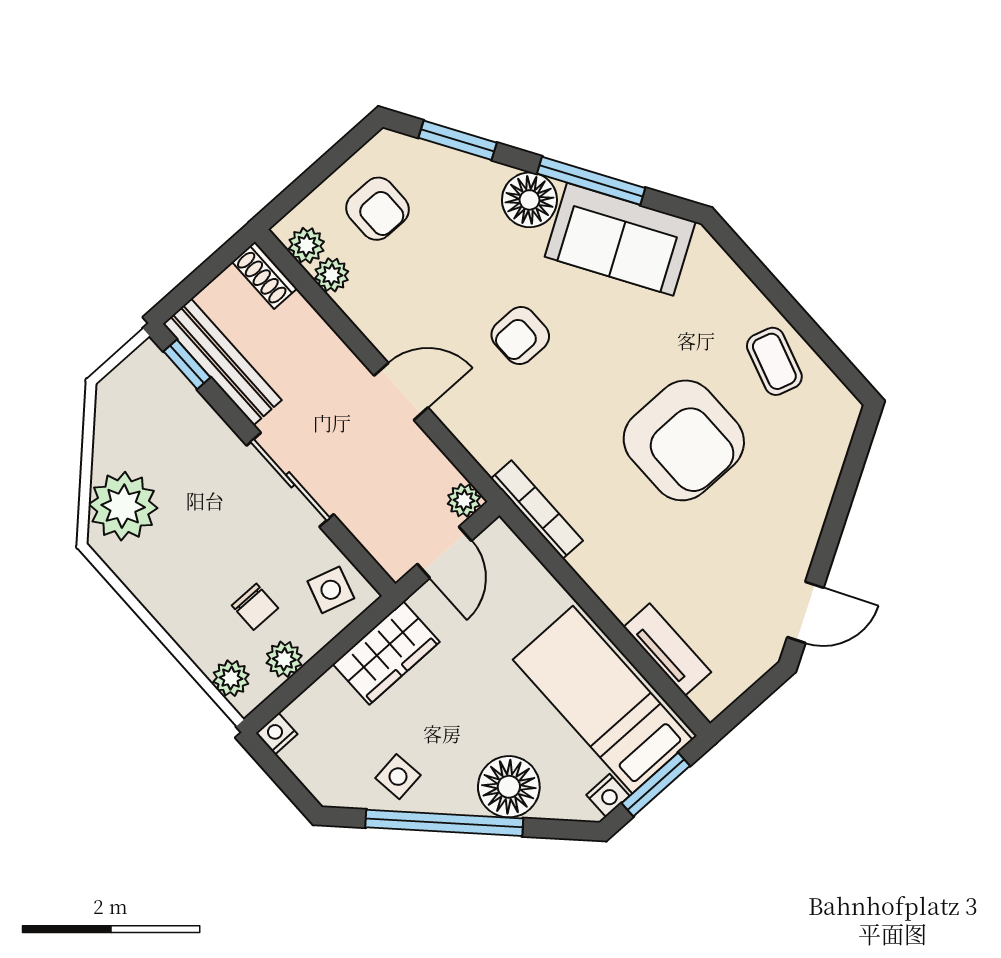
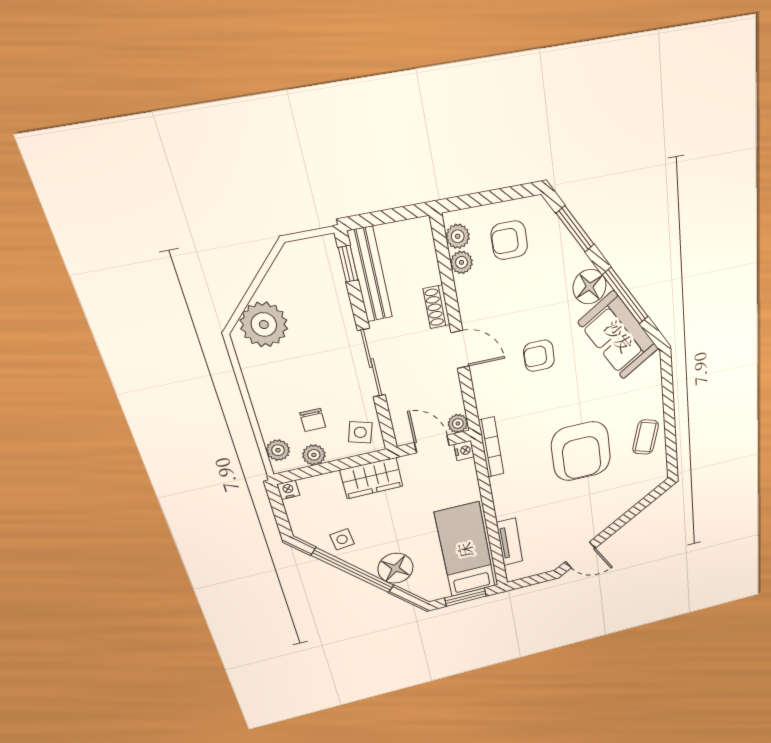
armchair: (378, 209) -> (509, 240), turned 90
shoe rack: (264, 275) -> (437, 307), moved
door: (444, 552) -> (432, 444), swing flipped
nightstand: (608, 795) -> (464, 451), moved, turned -90

